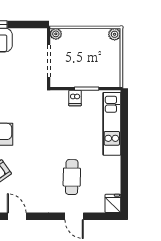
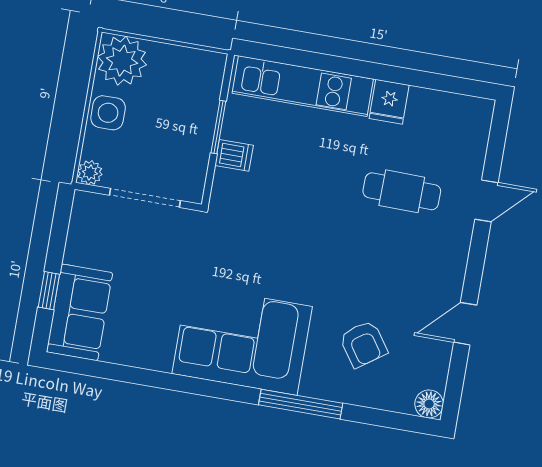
plant: (115, 34) -> (122, 61), width x1.87, depth x1.87
side table: (84, 37) -> (108, 113), added
fridge: (113, 203) -> (389, 102), moved, turned -90

